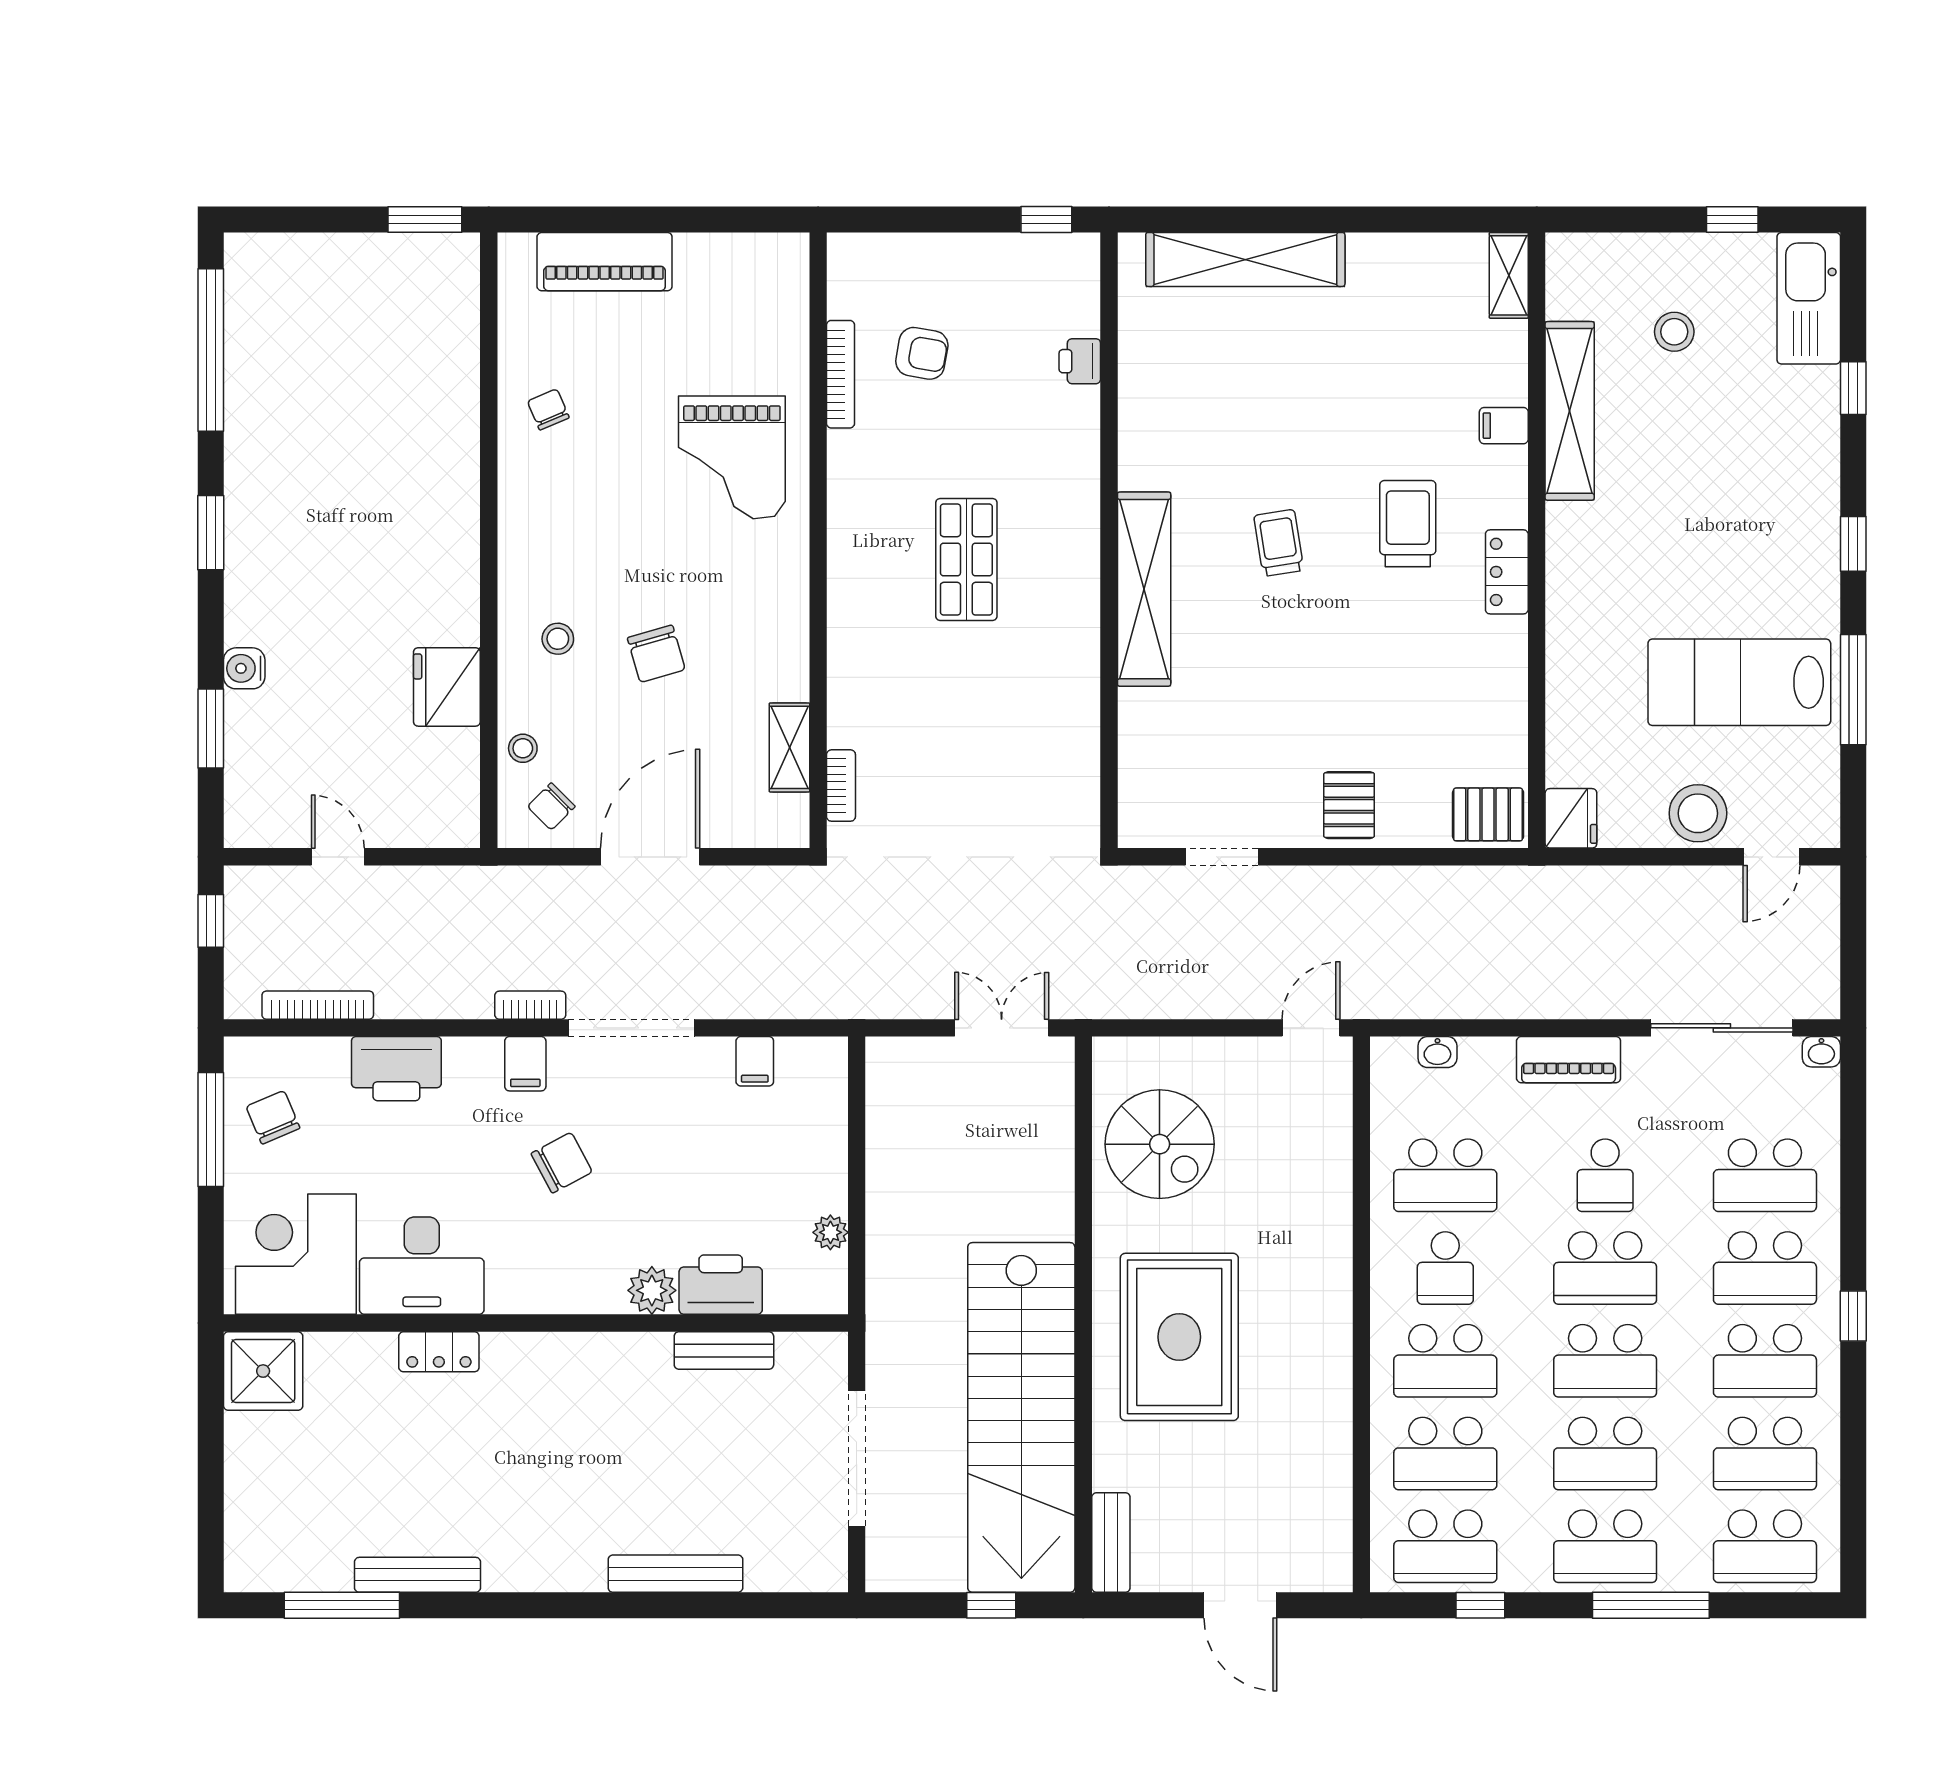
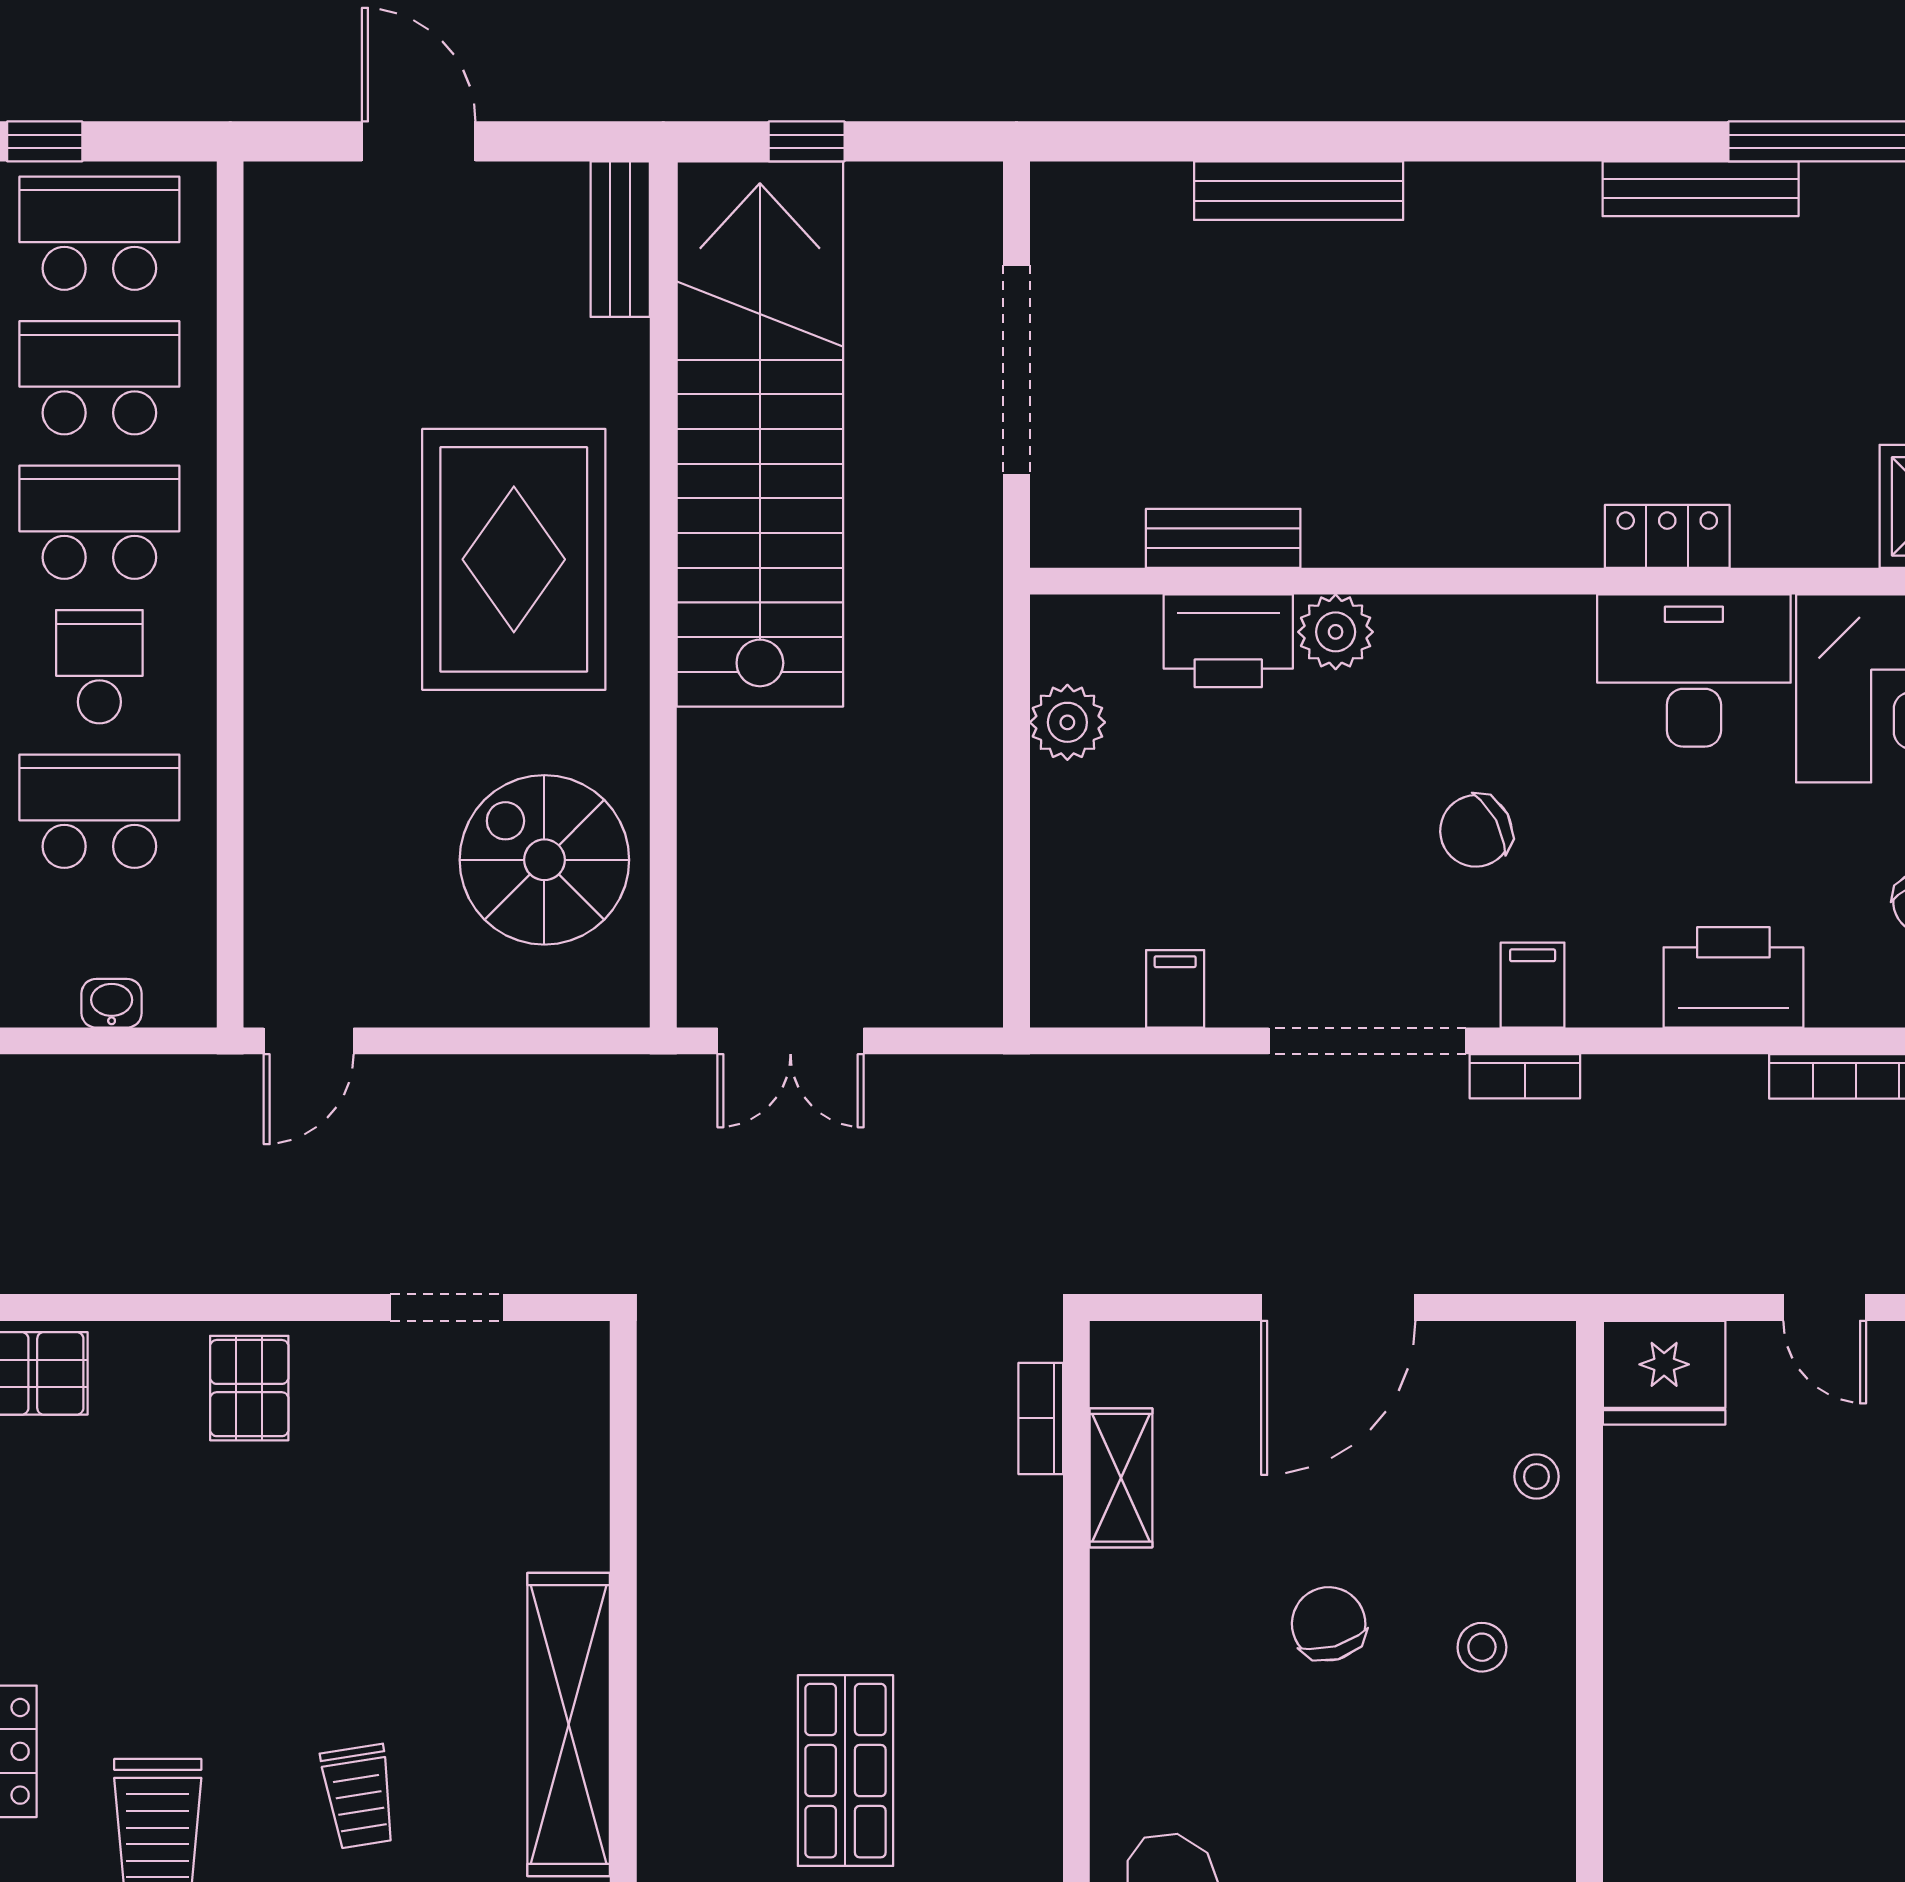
fridge: (447, 687) -> (1664, 1373), moved, turned 90
chair: (551, 806) -> (1492, 1386), removed
plant: (830, 1232) -> (1067, 722), width x1.38, depth x1.38

